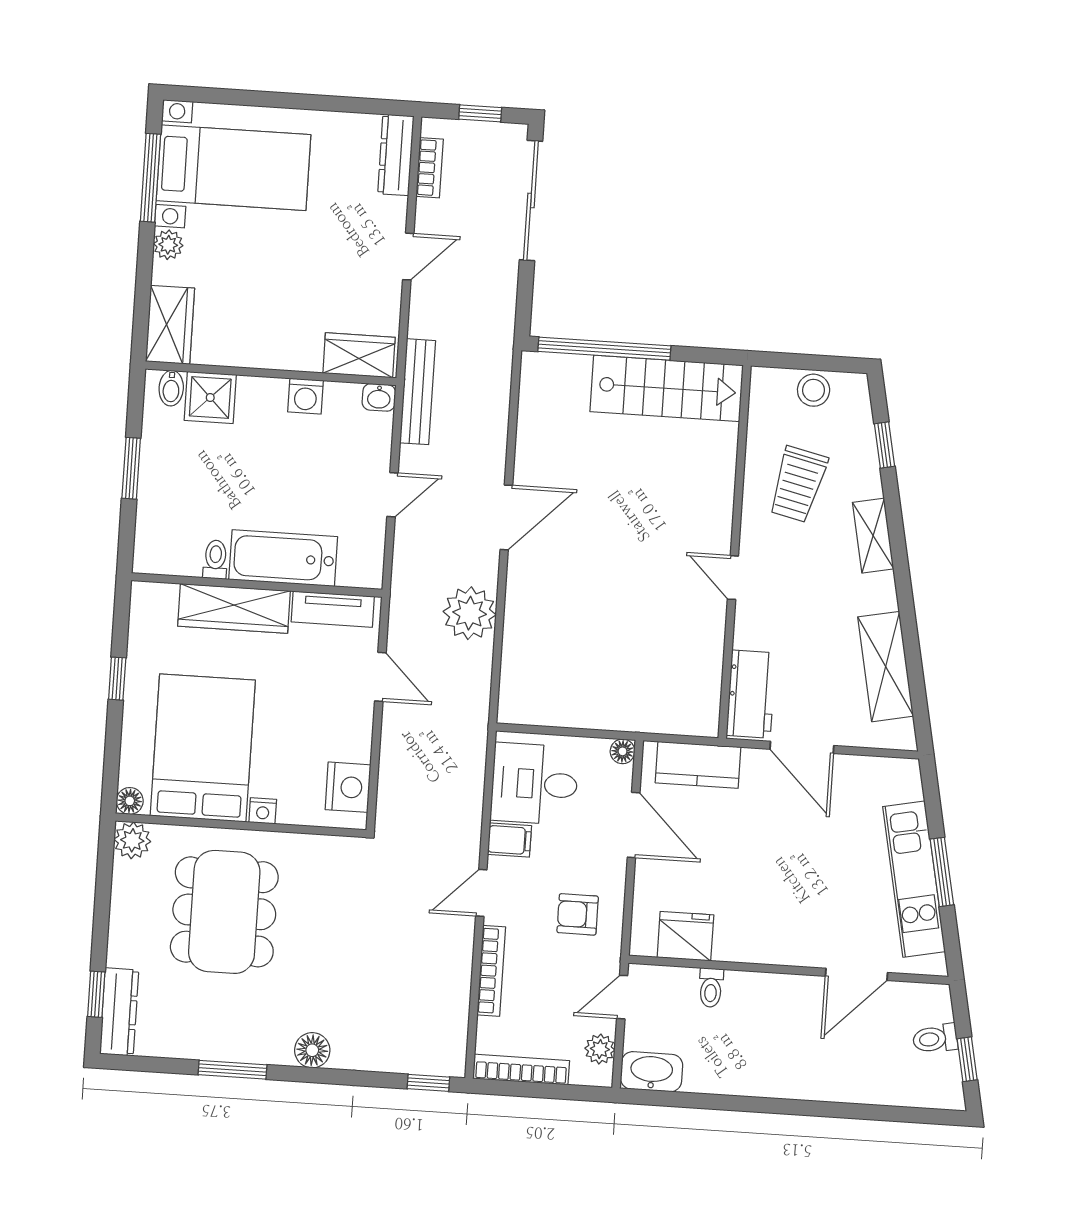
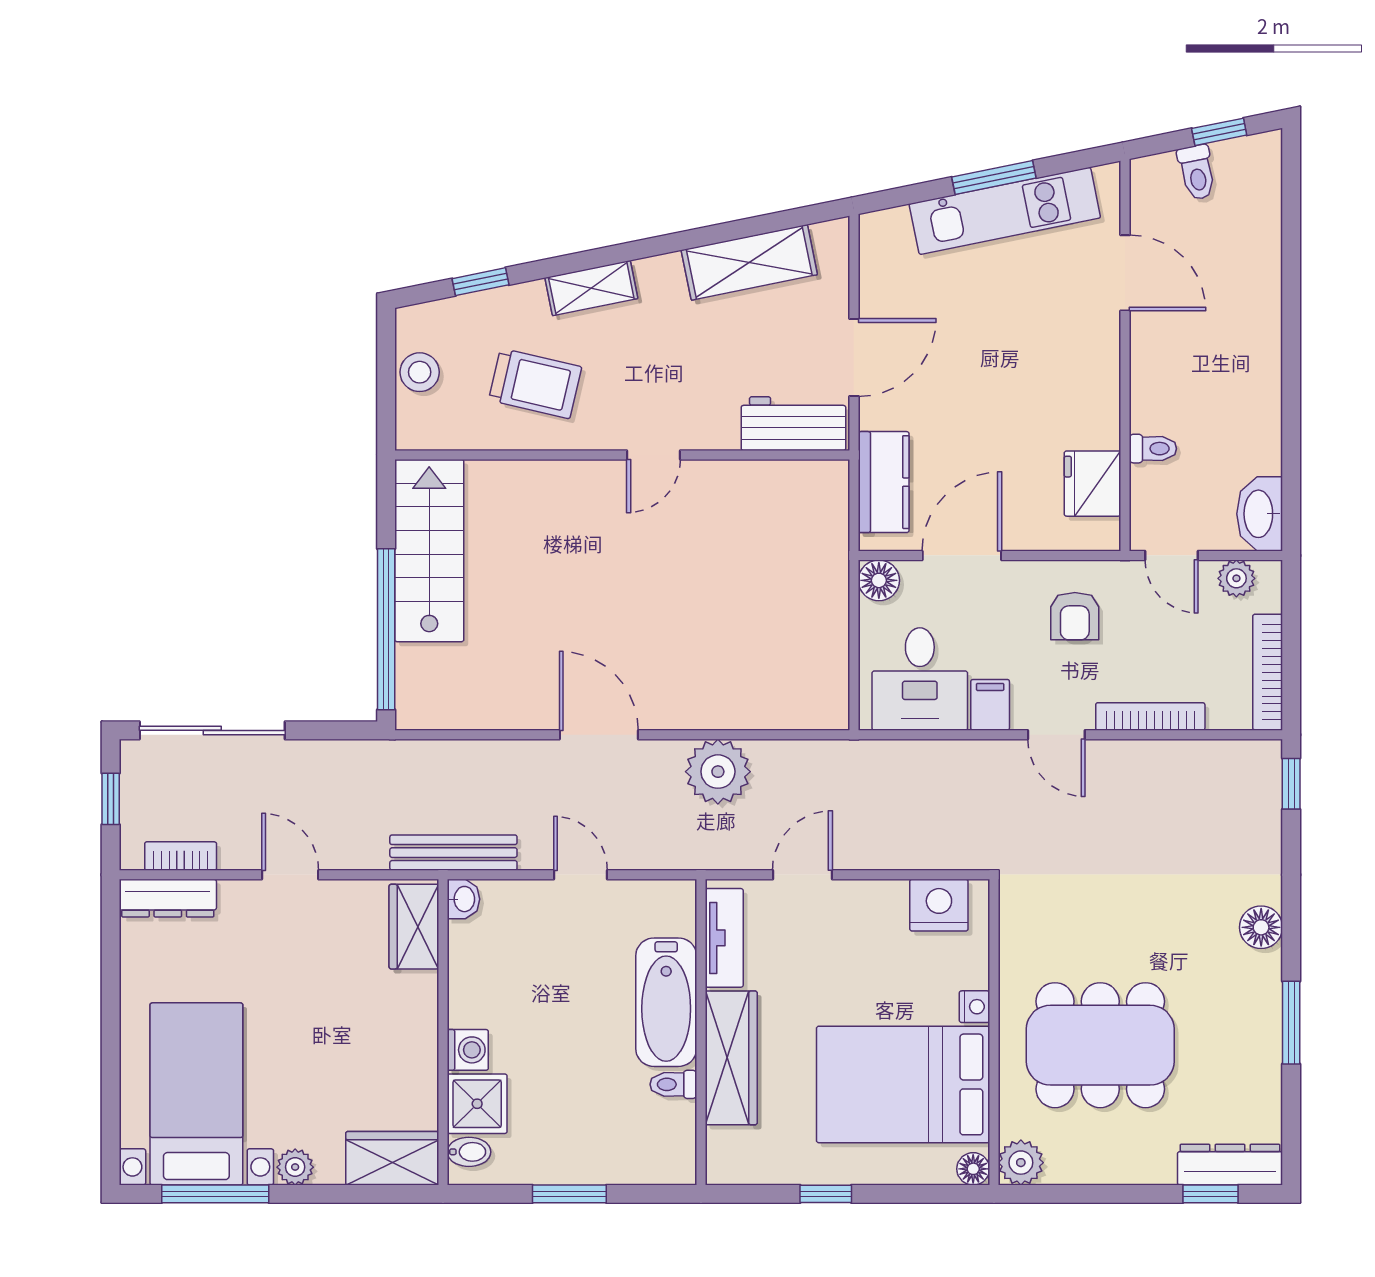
washing machine: (306, 396) -> (468, 1050), moved
floor lamp: (623, 751) -> (879, 580), width x1.37, depth x1.37

